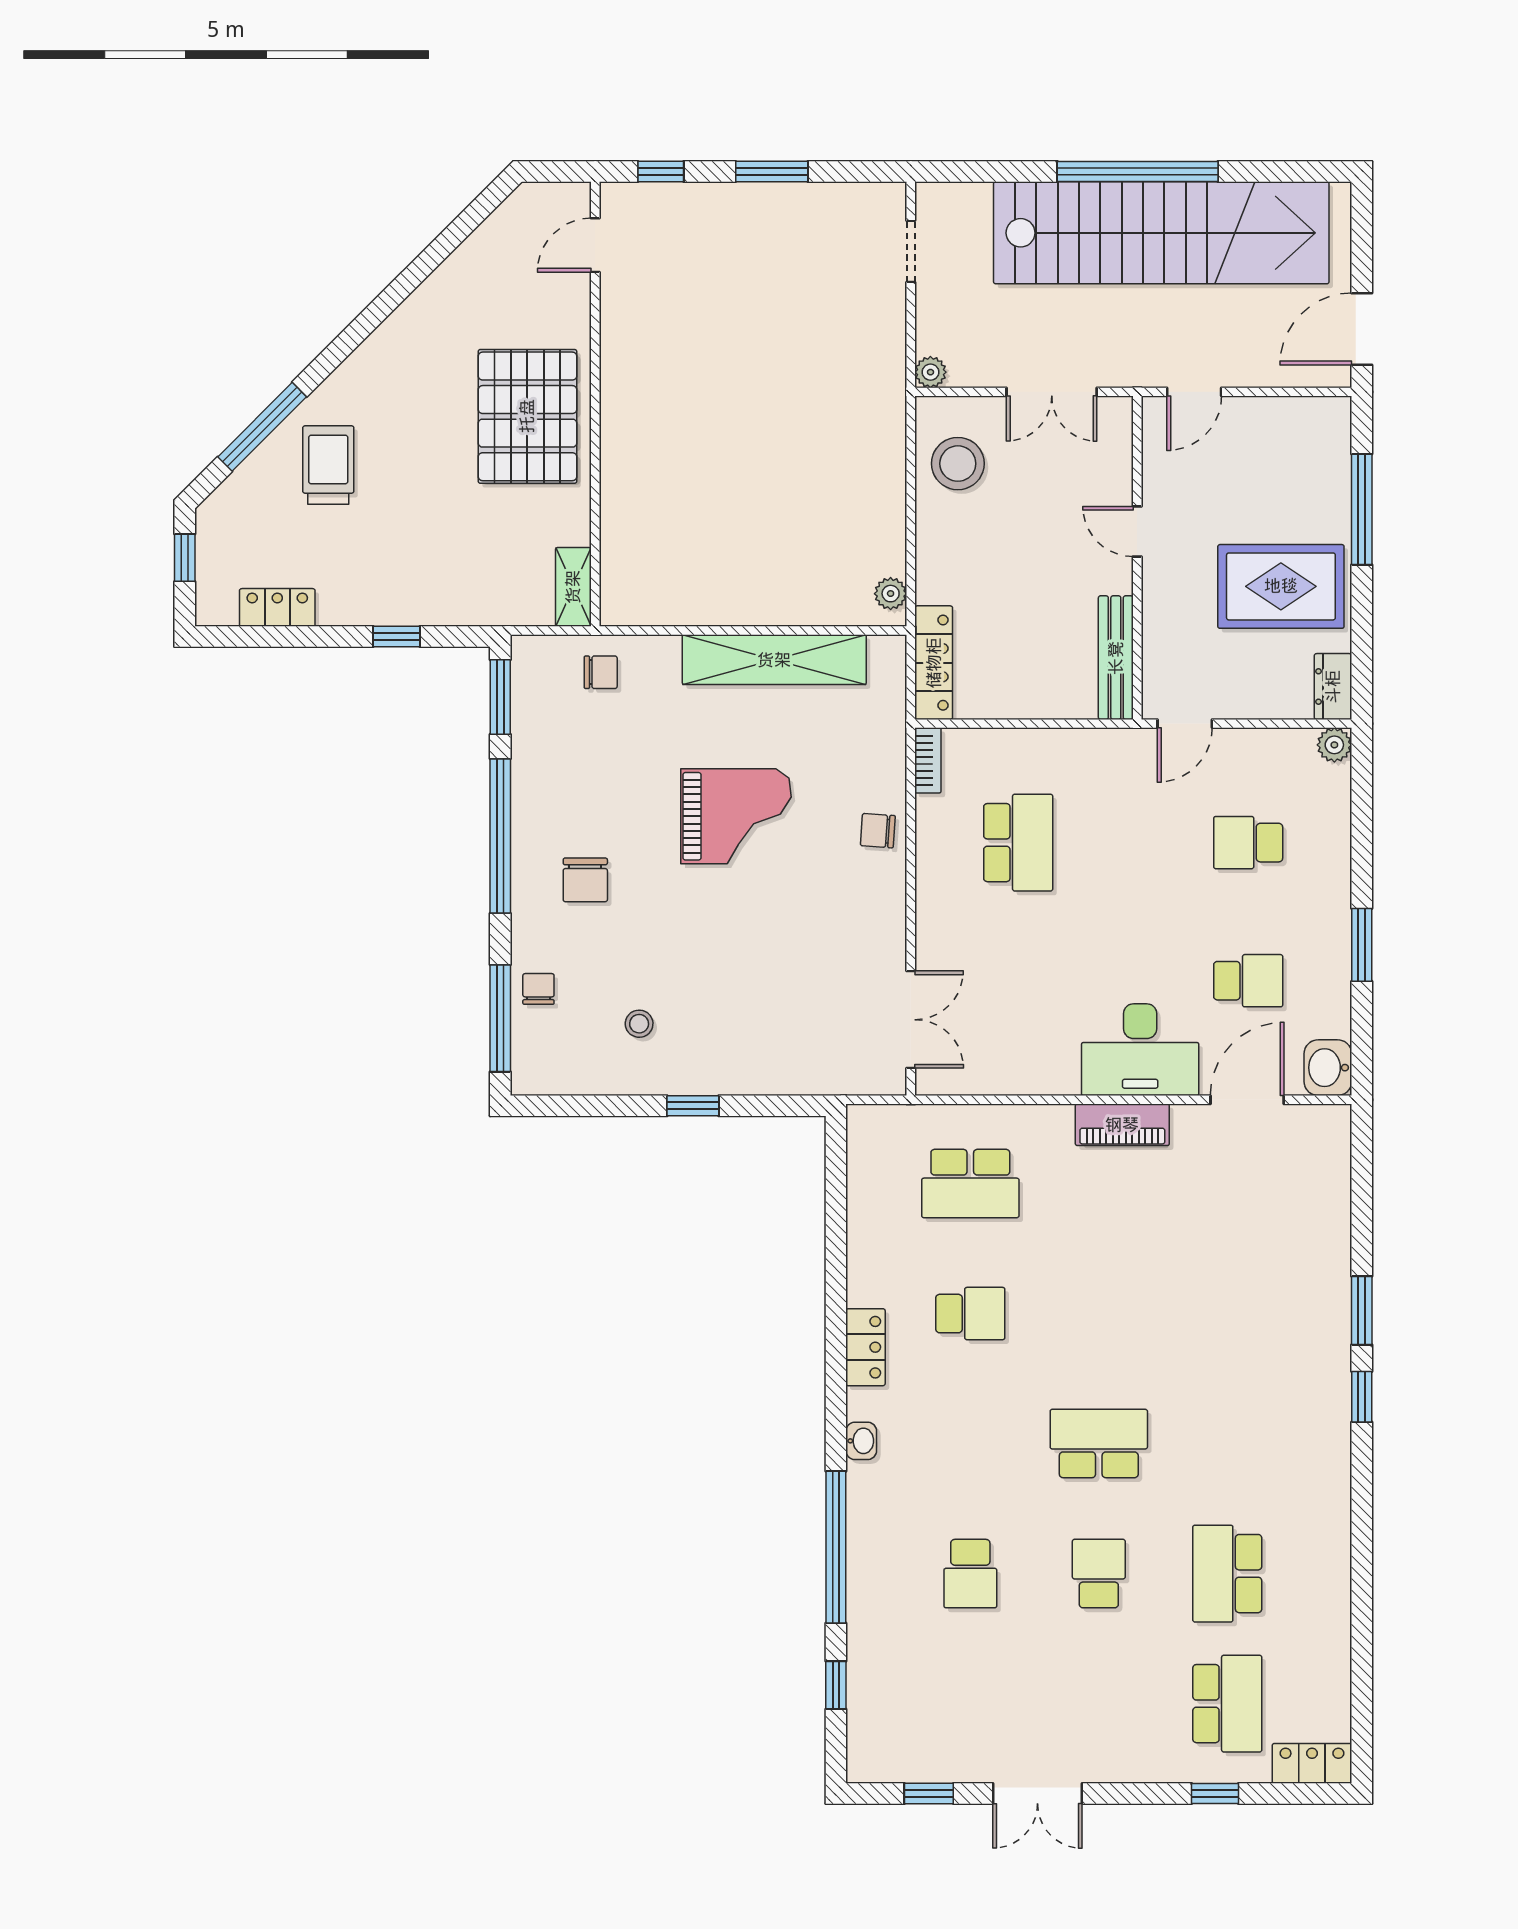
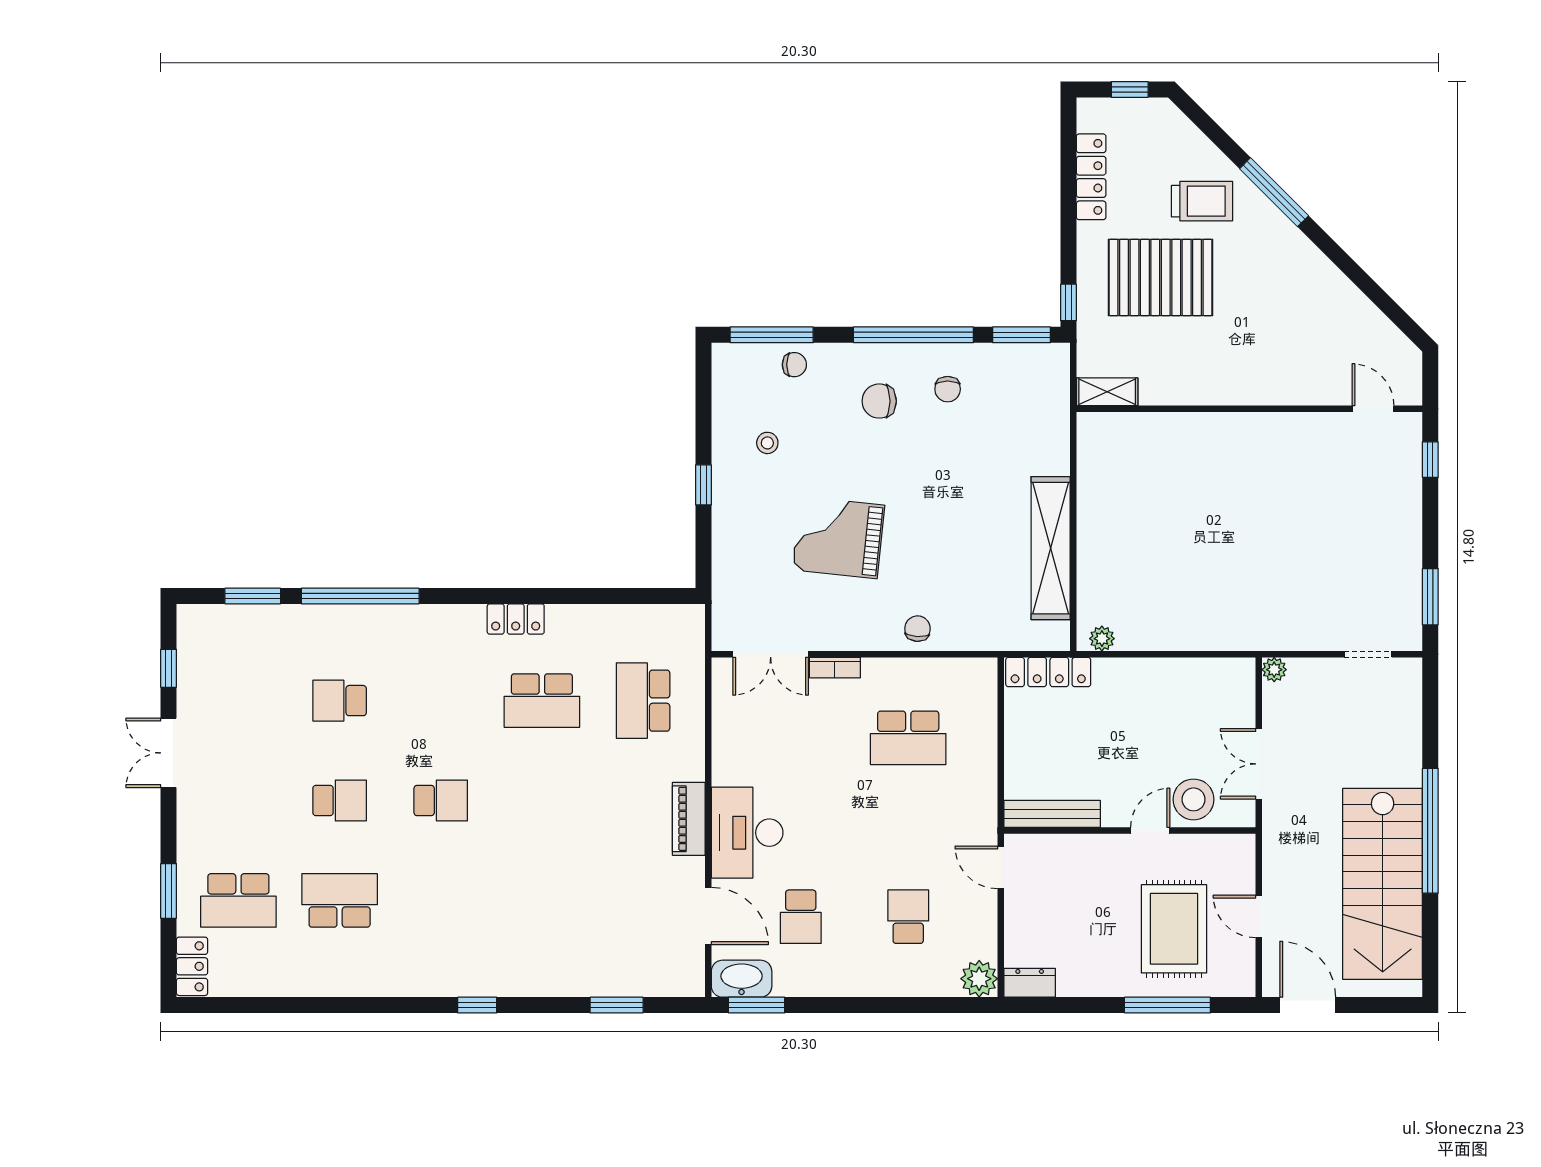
window: (772, 171) -> (1430, 597), moved
stairs: (1161, 233) -> (1383, 884), width x0.73
door: (1194, 392) -> (1259, 916), moved
pallet: (527, 416) -> (1161, 277), moved
window: (262, 427) -> (1274, 192), moved
stool: (958, 464) -> (1194, 799), moved
rug: (1281, 586) -> (1174, 929), moved
locker: (277, 607) -> (1091, 177), width x1.53
window: (396, 637) -> (1068, 302), moved
chair: (601, 672) -> (948, 389), moved
plant: (1334, 745) -> (979, 979), width x1.38, depth x1.38
bookcase: (928, 760) -> (835, 668), moved
grand piano: (736, 816) -> (838, 538), moved, turned 96
window: (1362, 945) -> (757, 1005), moved
washbasin: (1328, 1068) -> (742, 979), width x1.38
window: (1362, 1310) -> (617, 1005), moved
school desk: (970, 1314) -> (542, 701), width x1.85
washbasin: (861, 1441) -> (443, 616), removed
school desk: (1099, 1444) -> (441, 801), width x0.54
window: (836, 1685) -> (253, 596), width x1.50
window: (1215, 1793) -> (169, 891), width x1.50

